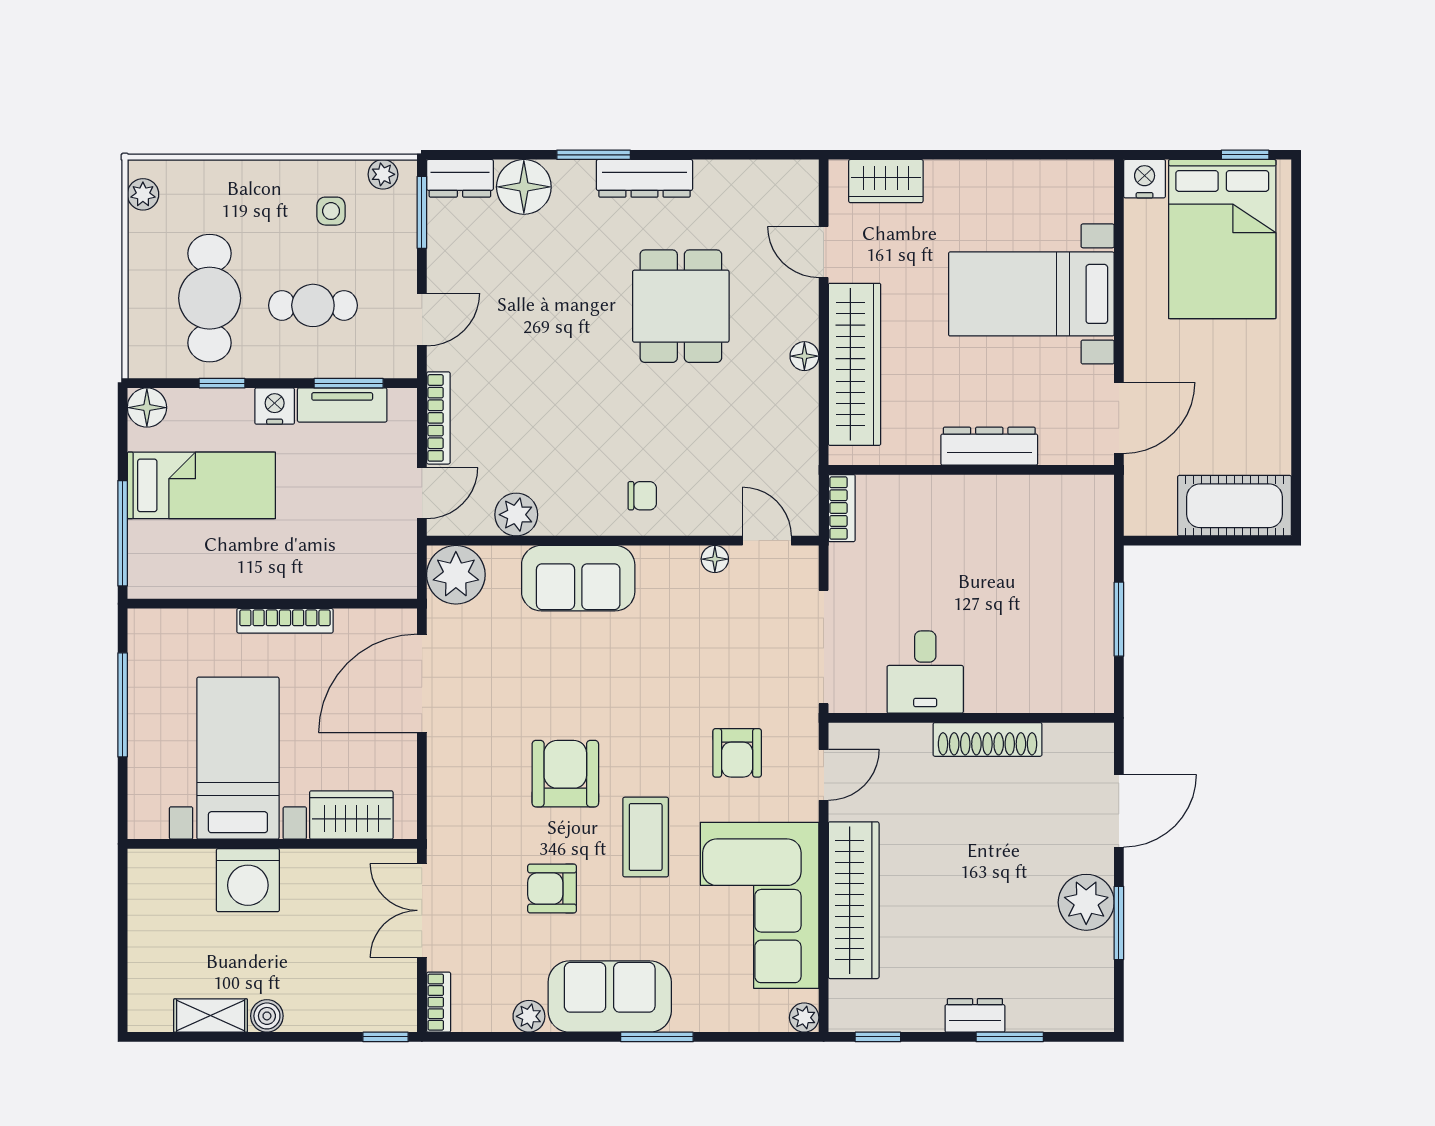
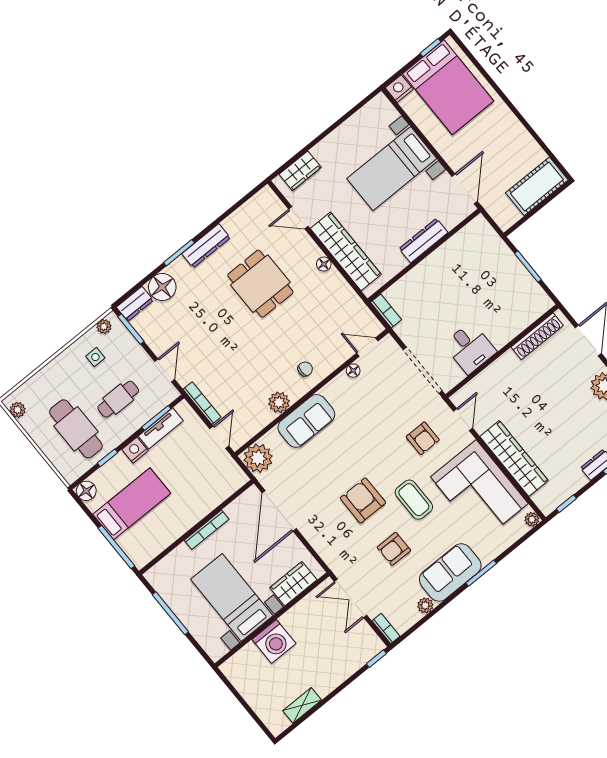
plant: (516, 515) -> (279, 402), moved
shoe rack: (988, 739) -> (537, 336), moved
boiler: (267, 1016) -> (324, 688), removed

